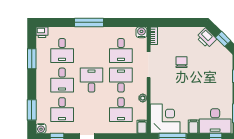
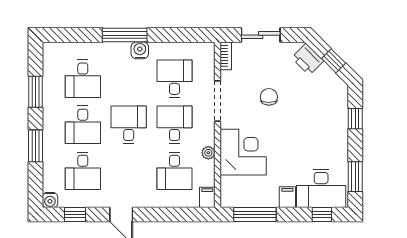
sliding door: (176, 22) -> (261, 35), added
printer: (42, 32) -> (51, 50), removed
water cooler: (141, 32) -> (140, 50), moved
desk: (121, 50) -> (174, 79), turned 180
window: (32, 110) -> (35, 146), moved
corner desk: (165, 119) -> (243, 152), moved

